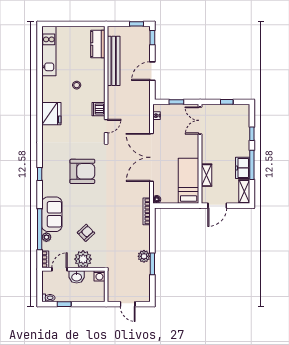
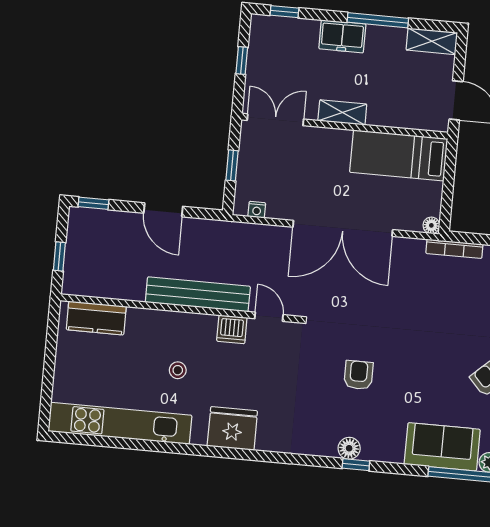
window: (136, 24) -> (59, 256), moved
kitchen unit: (49, 51) -> (120, 423), width x1.36
bench: (114, 61) -> (198, 294), moved
double door: (200, 120) -> (275, 120), swing flipped
window: (252, 134) -> (284, 12), moved
freezer: (243, 168) -> (342, 36), moved
floor lamp: (47, 170) -> (349, 448), added
armchair: (82, 171) -> (359, 375), width x0.53, depth x0.53
shelving: (207, 175) -> (342, 112), moved

